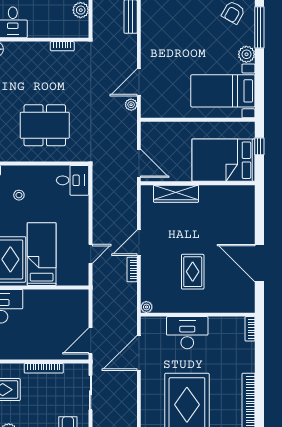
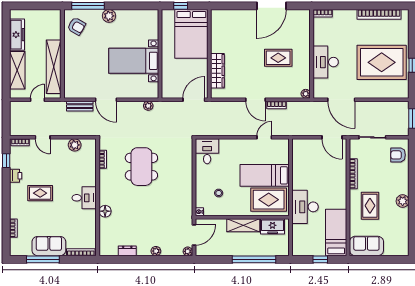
door: (139, 82) -> (106, 100), moved
bed with nightstands: (223, 91) -> (134, 61), moved, turned 90
dining table: (45, 125) -> (141, 167), moved
door: (91, 254) -> (264, 137), hinge flipped

